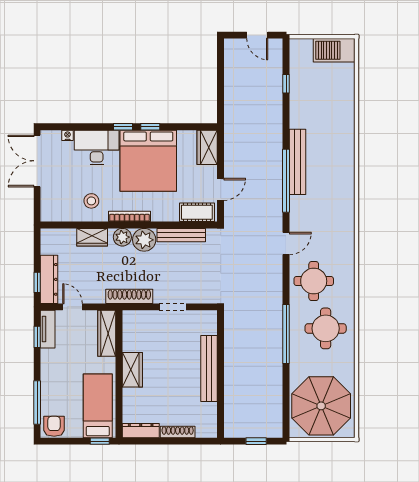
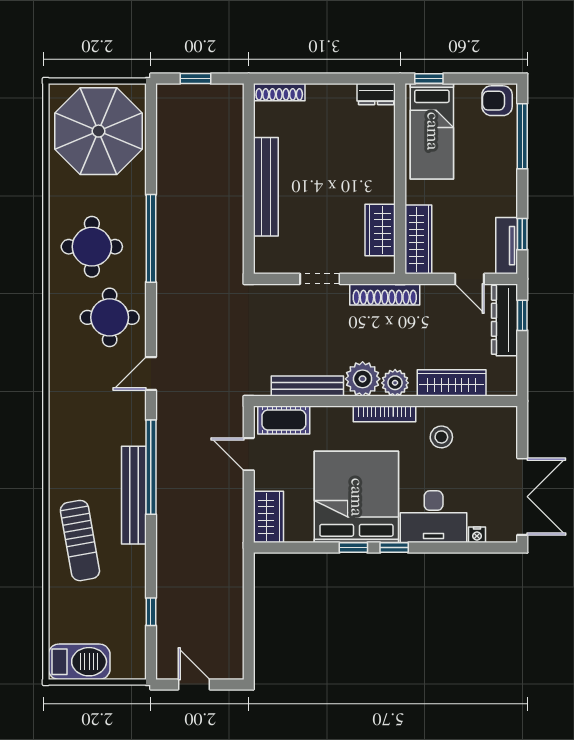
sun lounger: (334, 131) -> (80, 541), added
door: (221, 189) -> (249, 454), hinge flipped
wardrobe: (92, 237) -> (452, 383), width x1.50
wardrobe: (132, 370) -> (380, 230), moved
armchair: (54, 426) -> (497, 101), turned 90
dresser: (141, 431) -> (376, 94), width x0.70
shoe rack: (178, 432) -> (279, 92), moved

